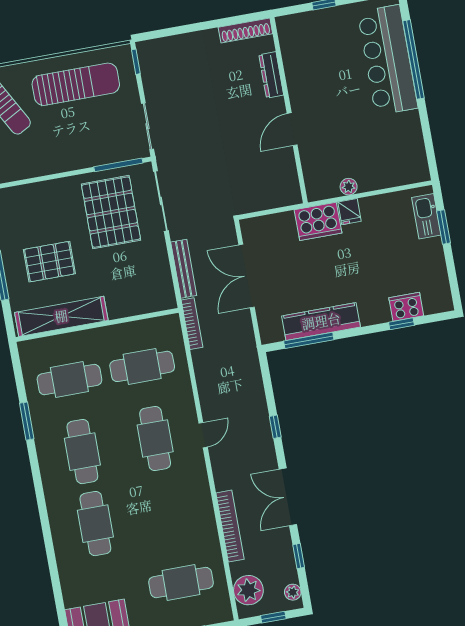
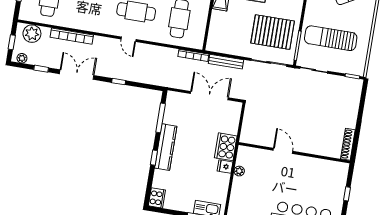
dresser: (271, 75) -> (318, 150), removed
sun lounger: (76, 84) -> (331, 38), moved, turned 90
cooker: (406, 307) -> (157, 198), moved
kitchen counter: (321, 321) -> (166, 147), moved
window: (401, 324) -> (154, 158), moved

